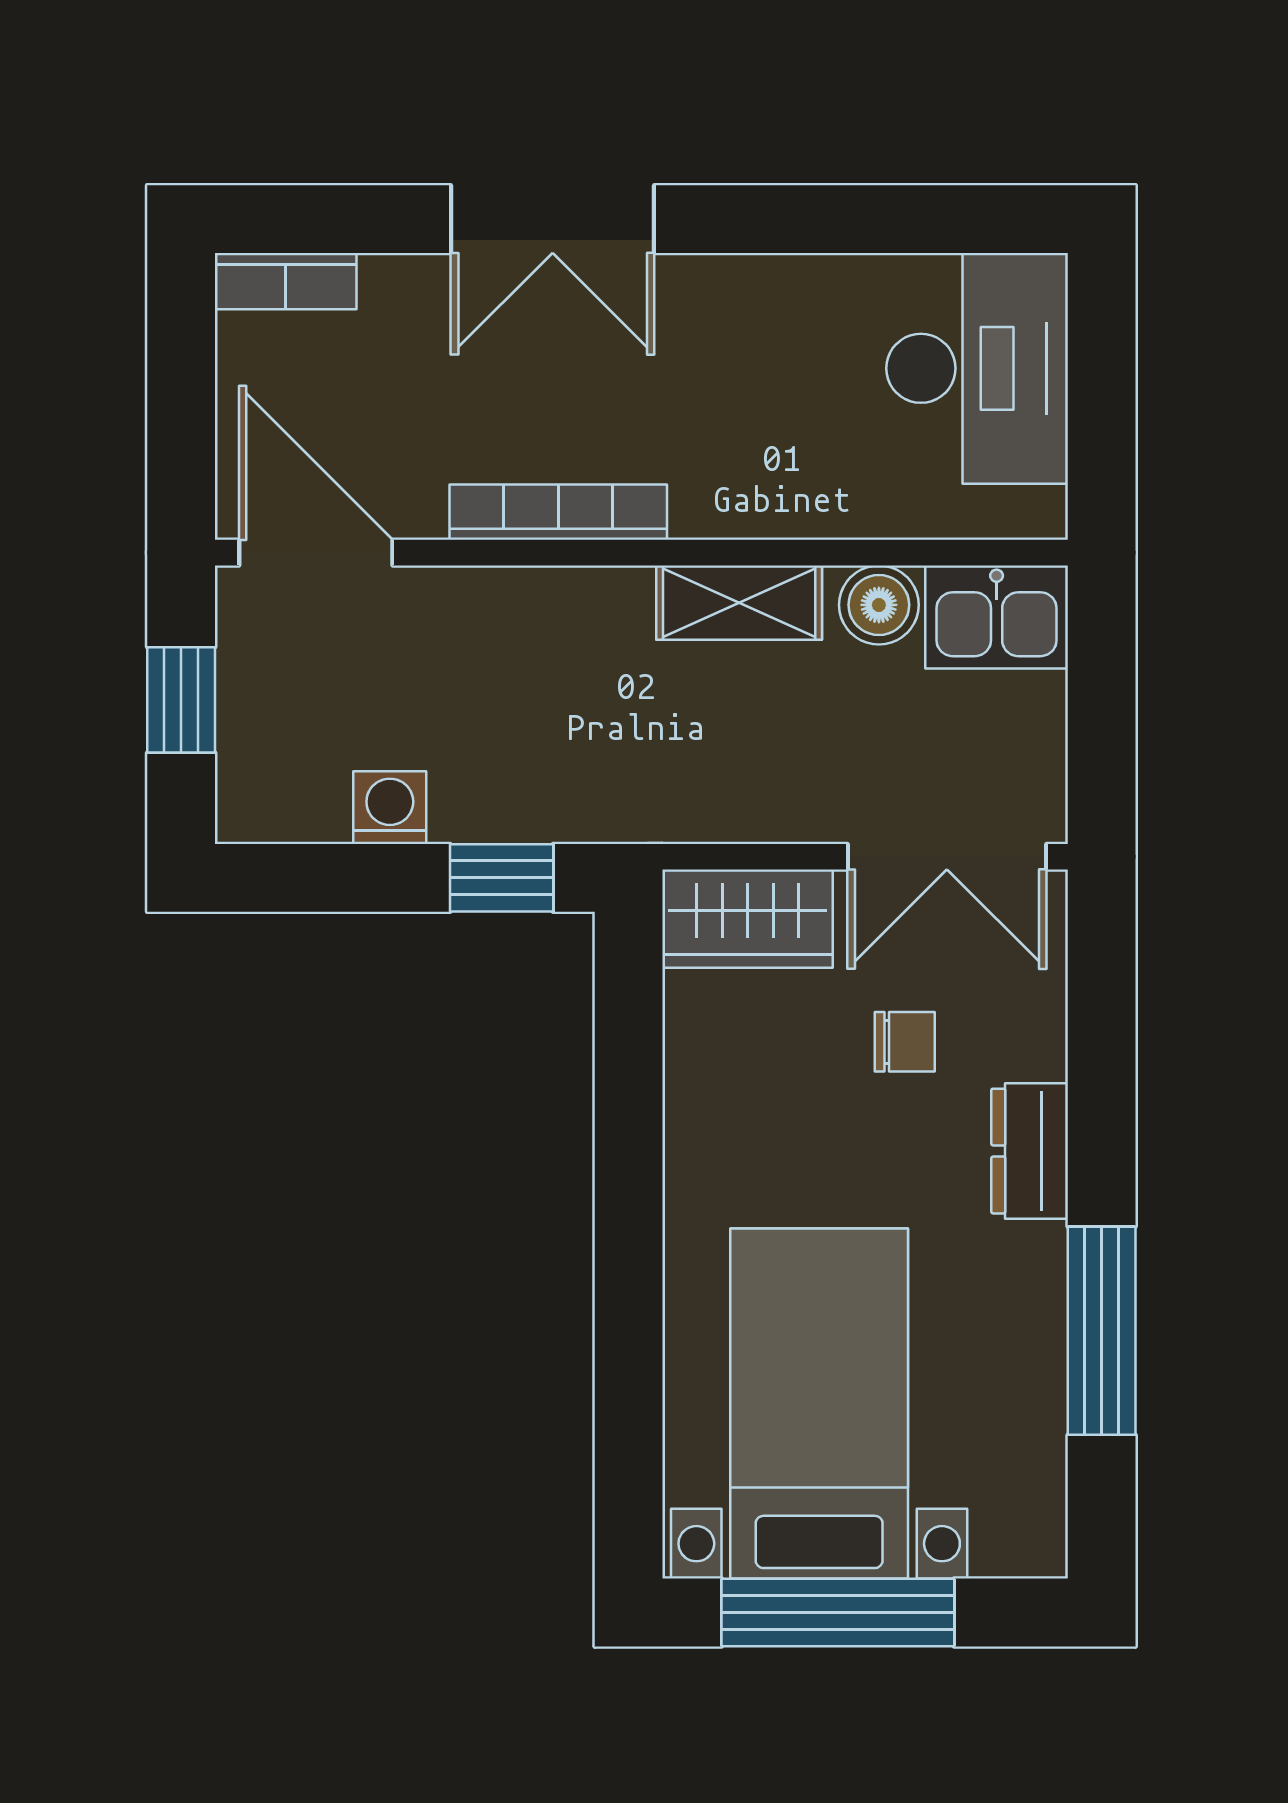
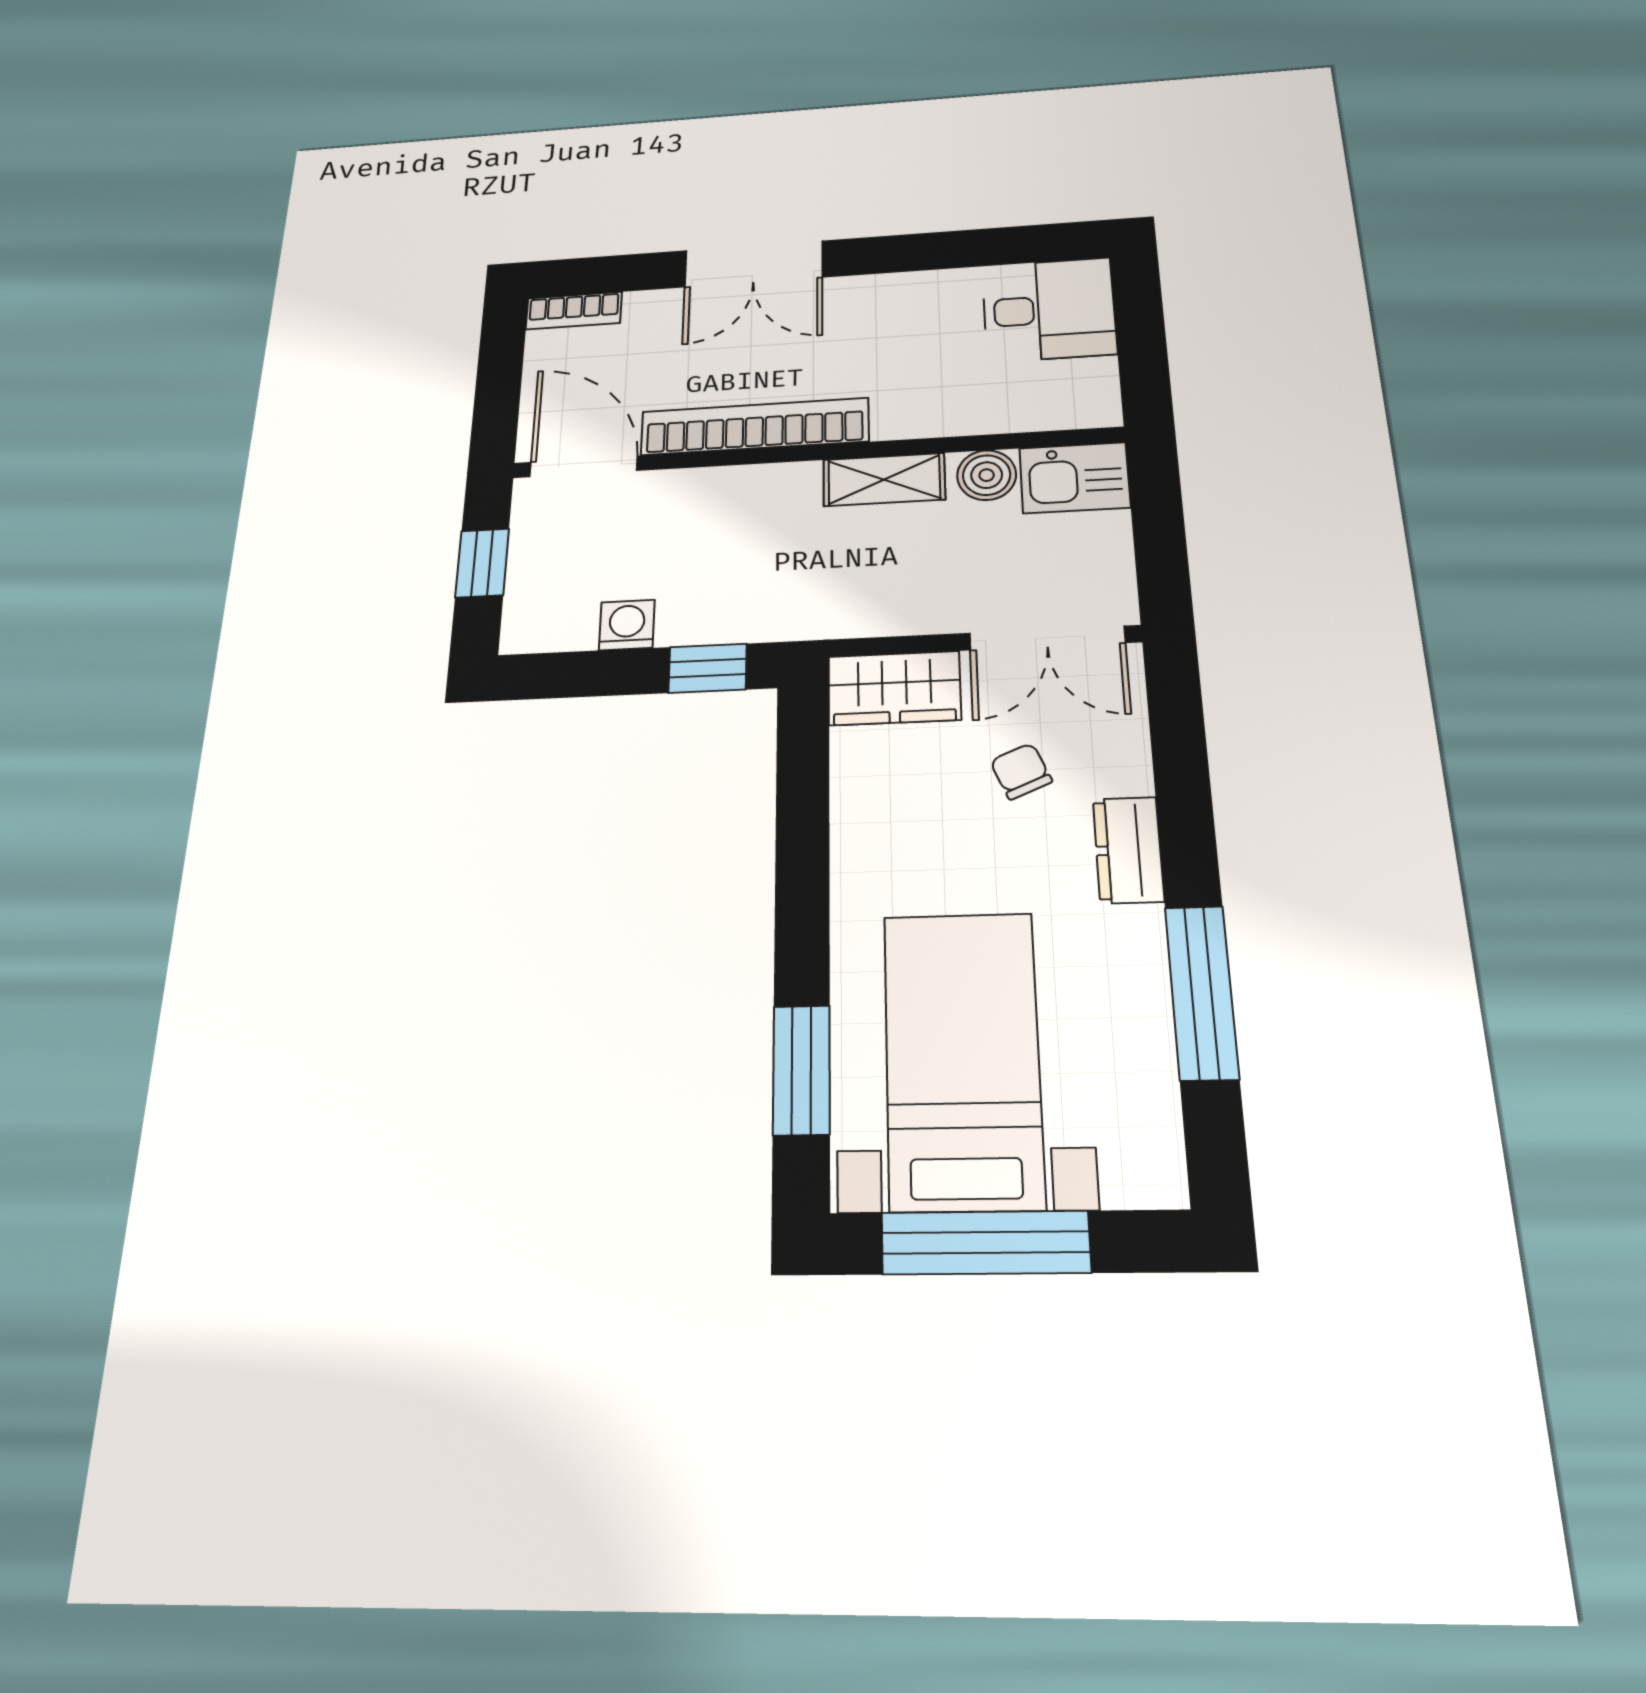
desk: (977, 368) -> (1049, 310), width x0.73
bookcase: (558, 512) -> (754, 427), width x1.48, depth x1.31
chair: (905, 1042) -> (1021, 771), turned -113
window: (629, 1413) -> (801, 1070), added

